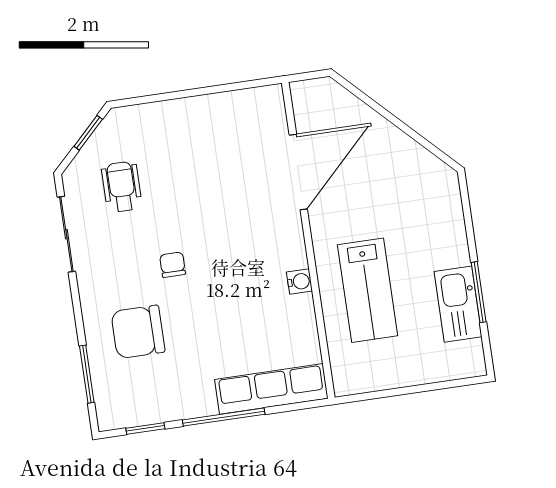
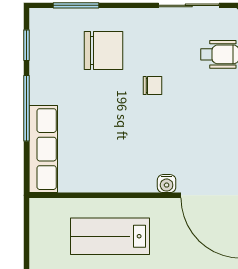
water cooler: (299, 282) -> (167, 184), moved
chair: (138, 332) -> (104, 51), turned 90

